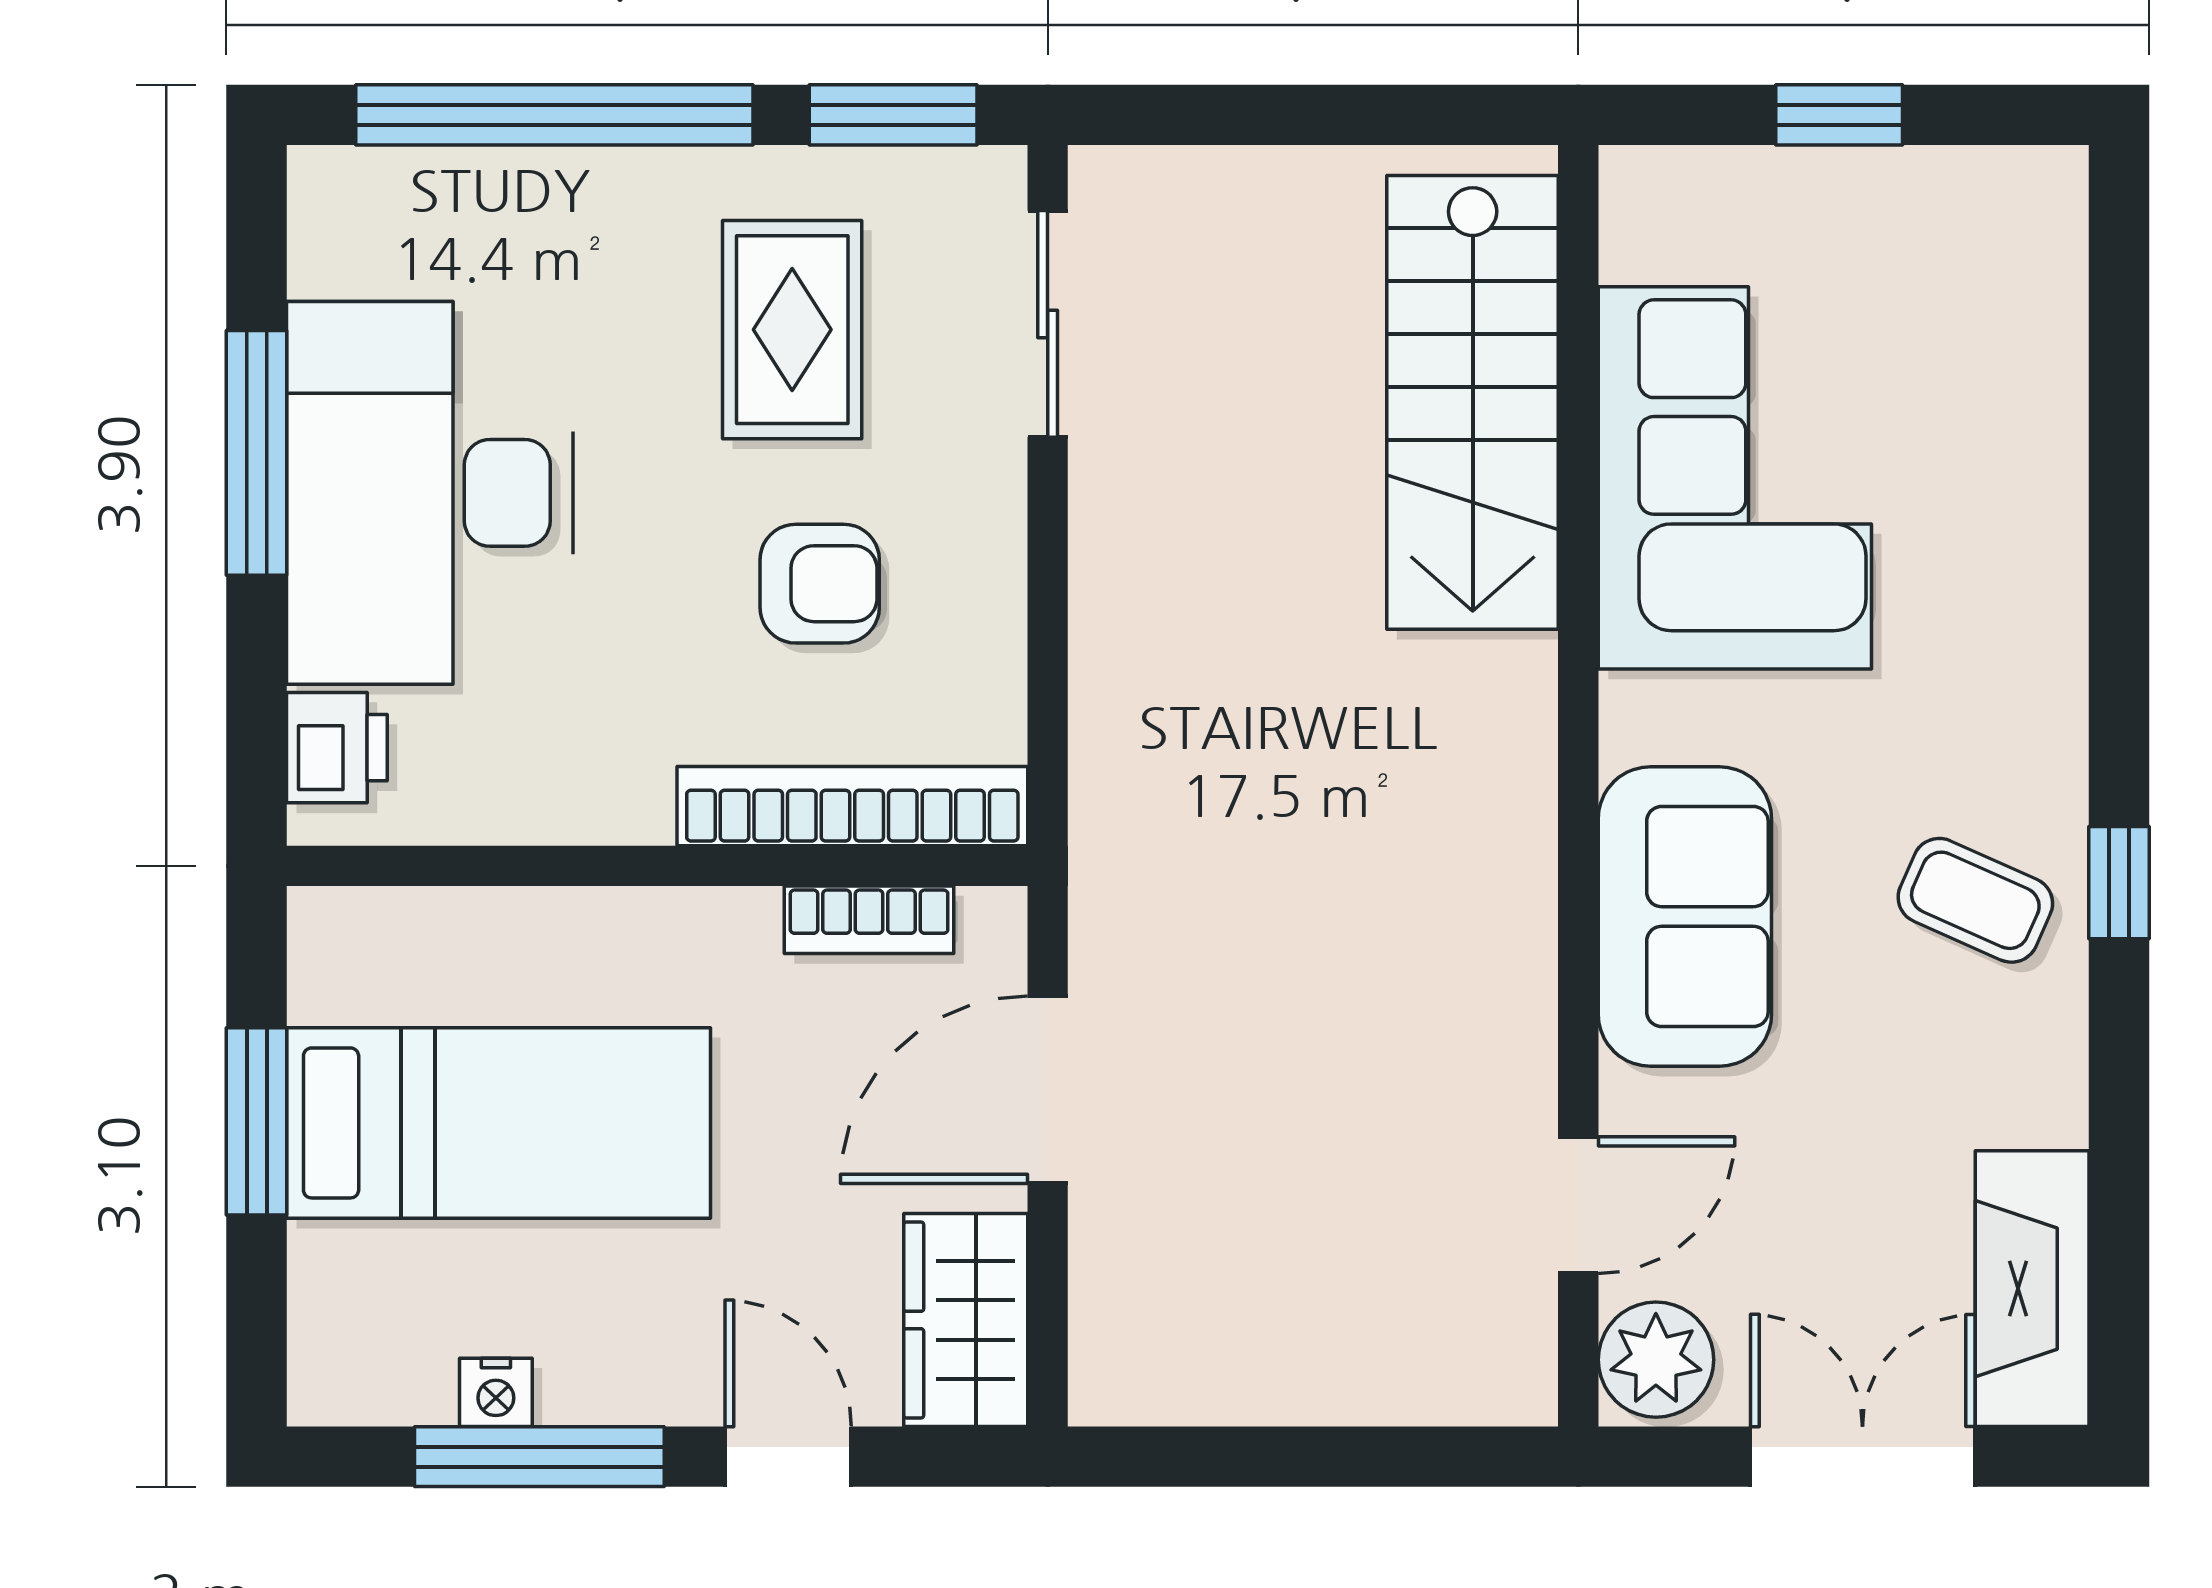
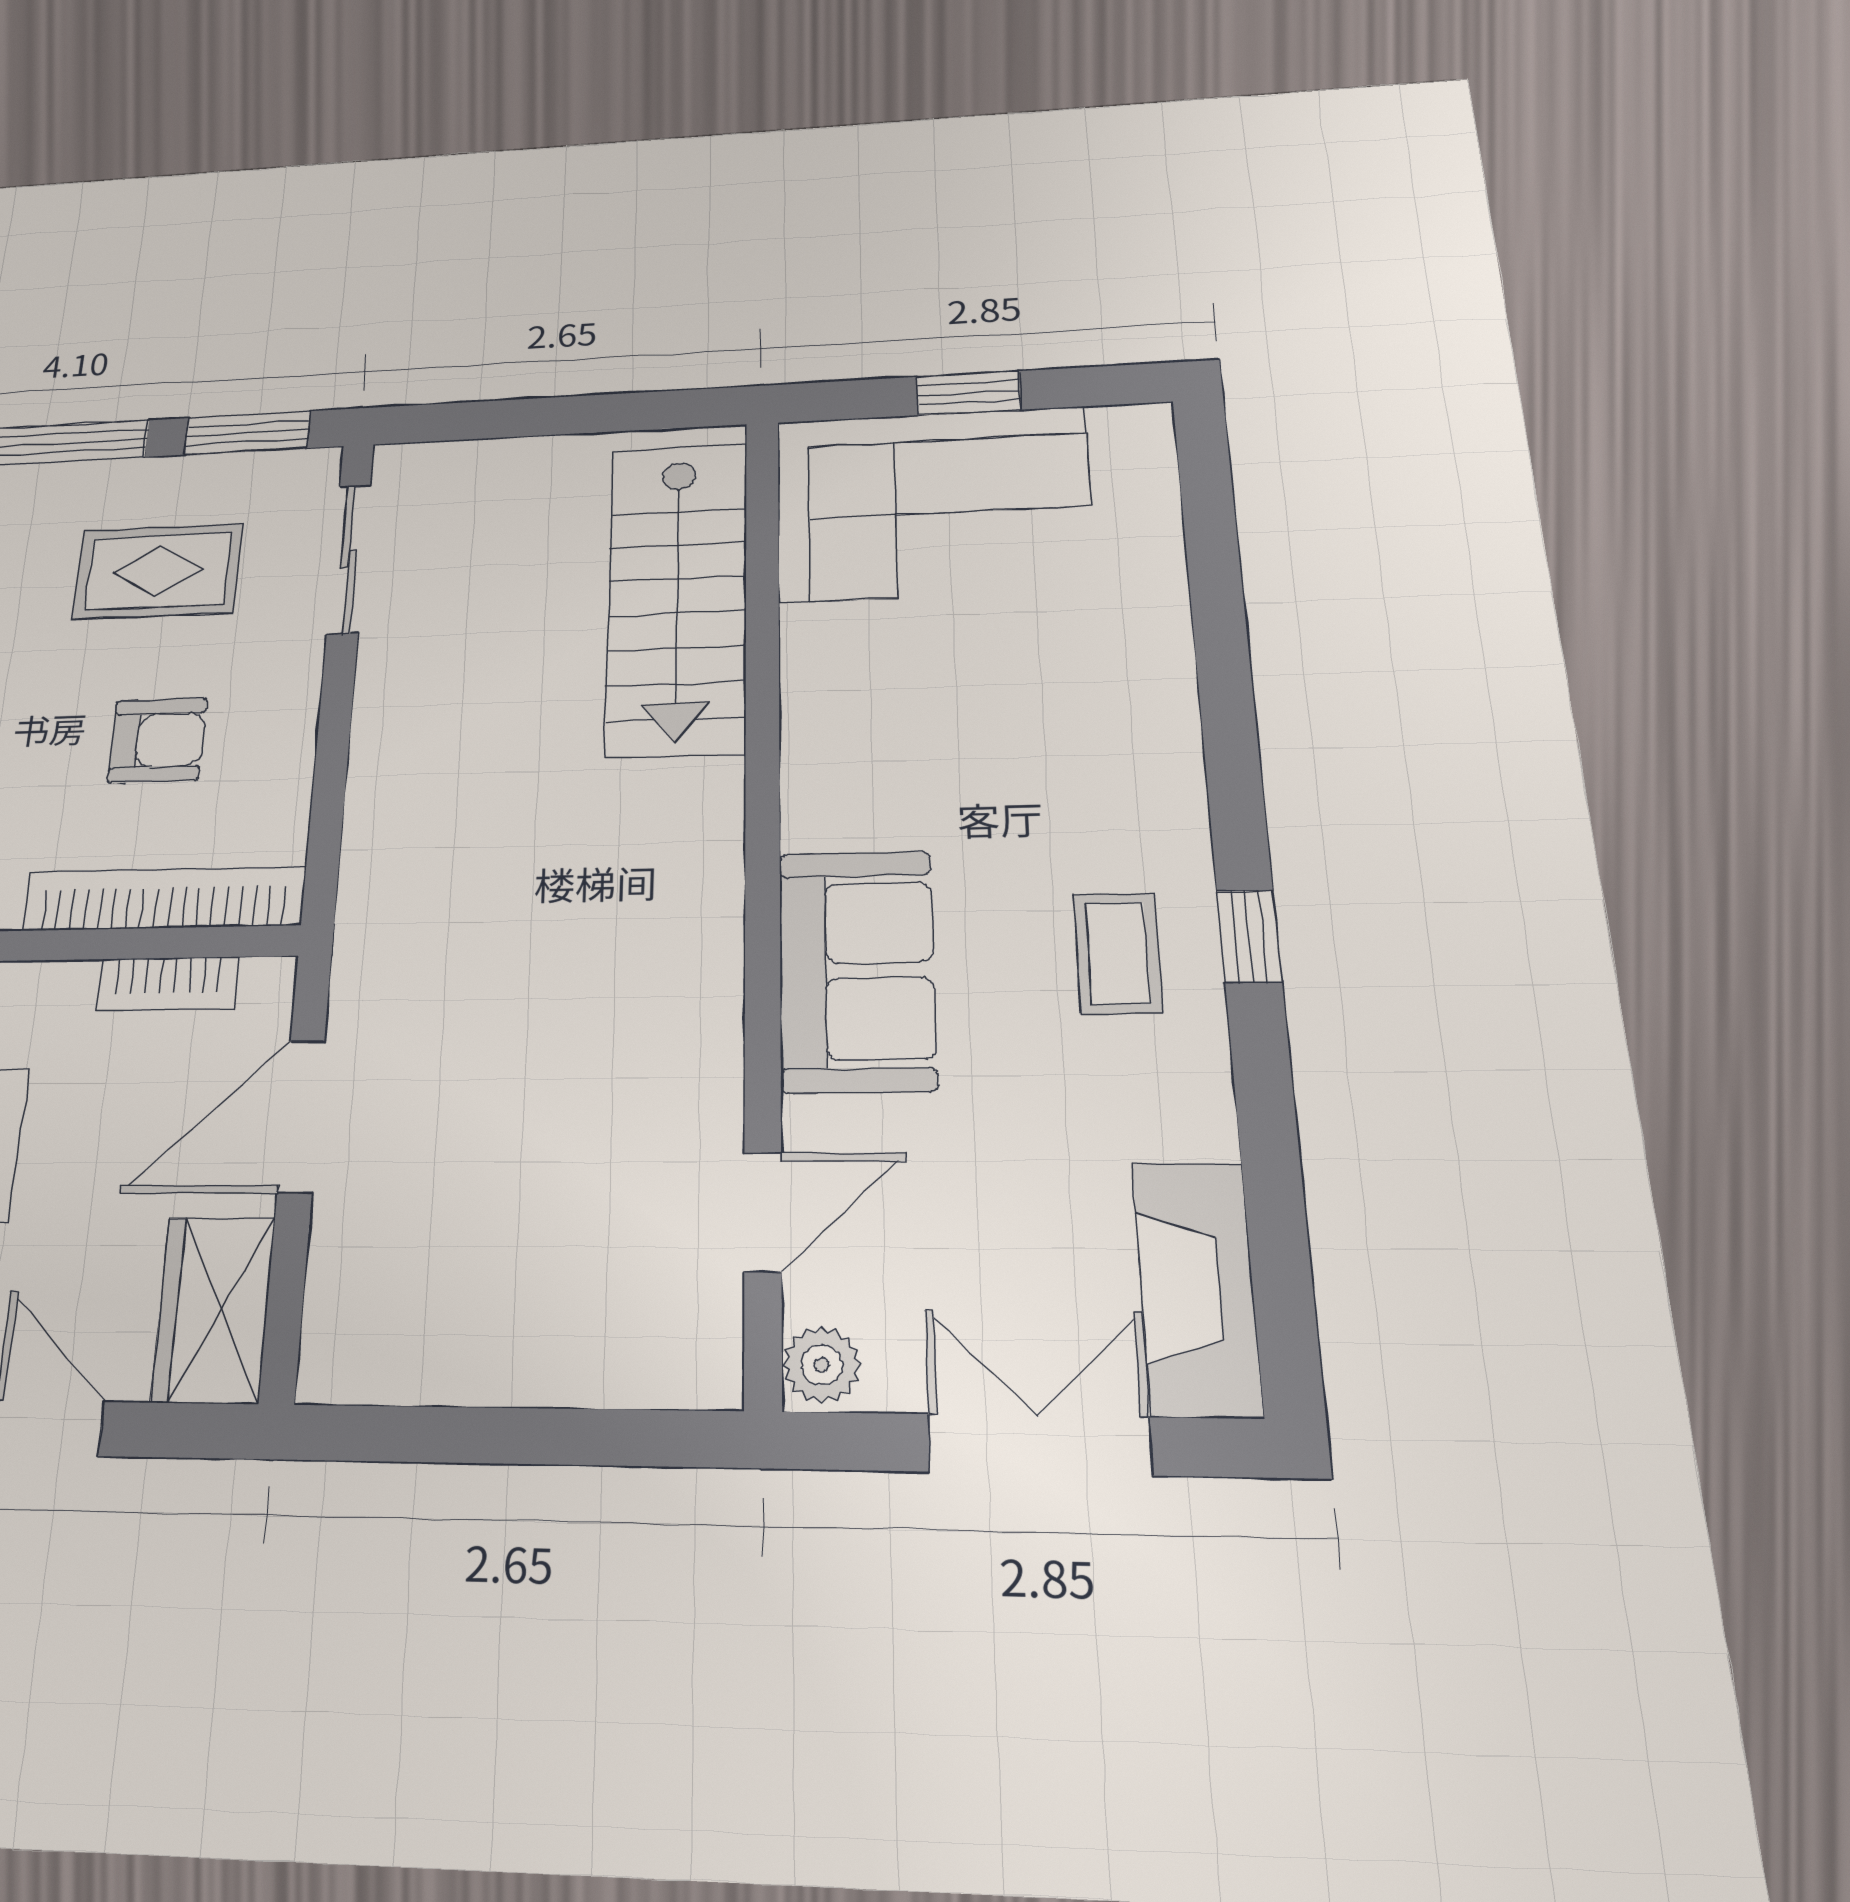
rug: (792, 330) -> (158, 571), turned 90
corner sofa: (1735, 478) -> (933, 504), moved, turned 90
coffee table: (1975, 900) -> (1118, 953), turned 66
plant: (1656, 1360) -> (822, 1365), width x0.73, depth x0.73

